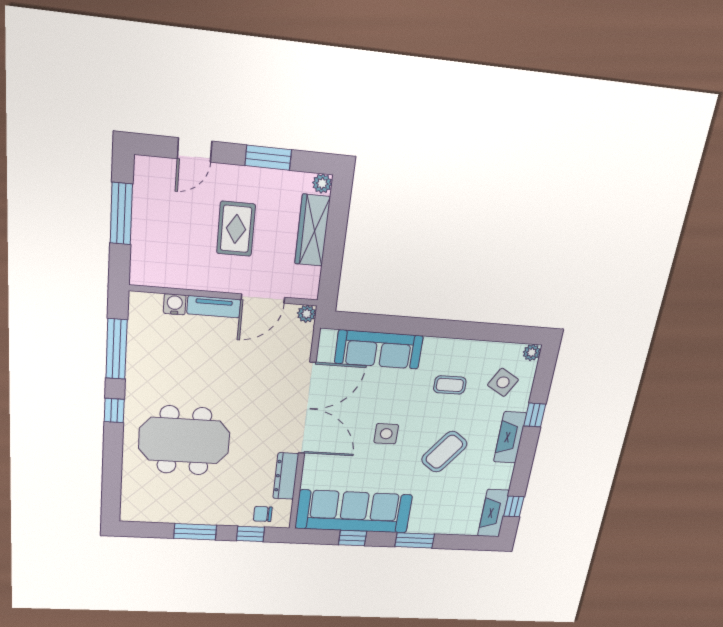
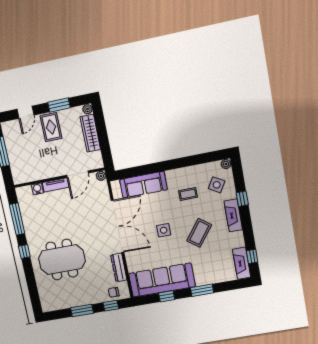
rug: (236, 229) -> (51, 127), moved

